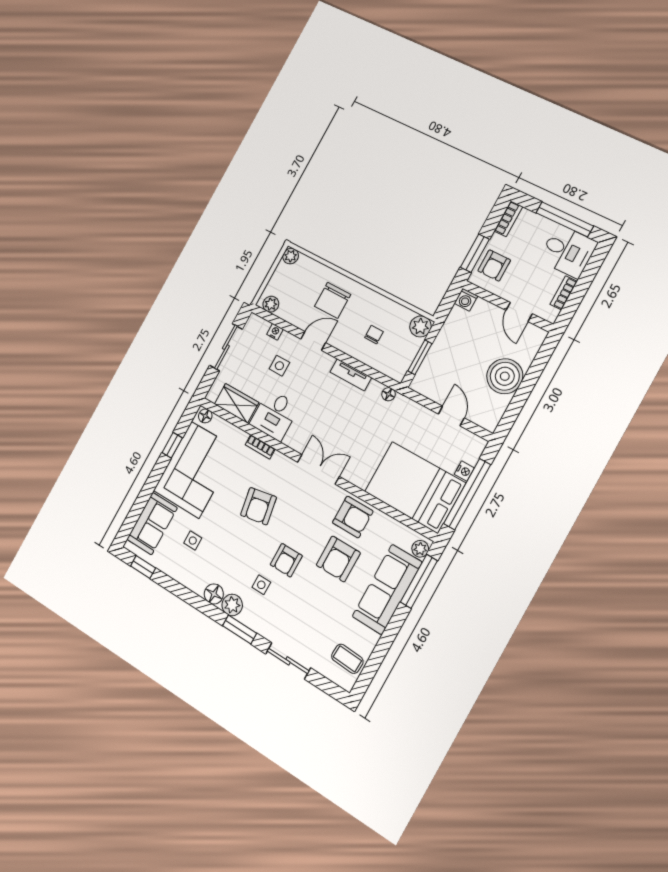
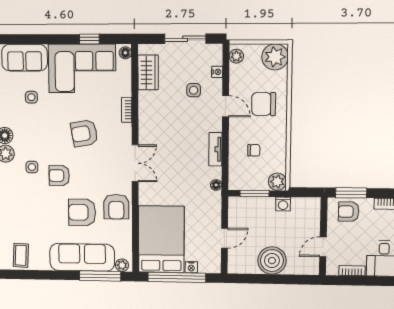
plant: (291, 256) -> (275, 57), width x1.88, depth x1.88
washing machine: (466, 300) -> (283, 204), moved, turned -90
desk: (275, 415) -> (155, 108), removed

